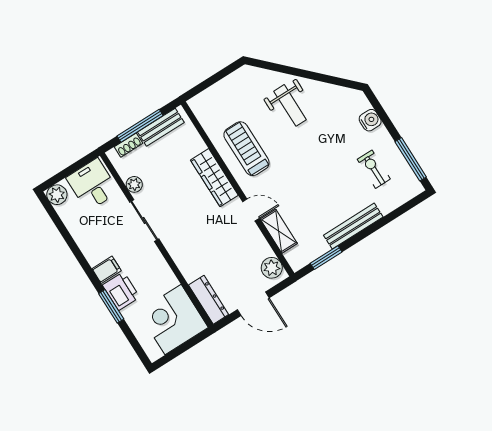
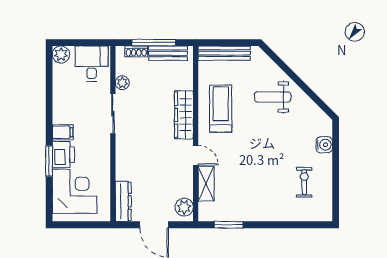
weight bench: (290, 105) -> (273, 97), turned 90
window: (411, 159) -> (336, 192), removed
bench: (353, 226) -> (224, 53), moved
corner desk: (173, 320) -> (75, 191), moved, turned 90

